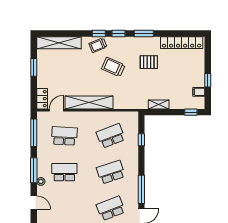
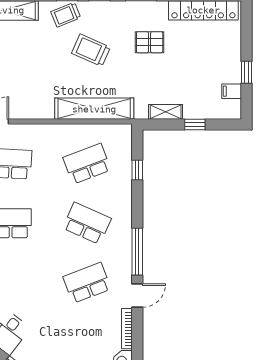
shelving: (89, 102) -> (94, 109), moved
window: (191, 112) -> (195, 125), moved
school desk: (111, 172) -> (87, 223), turned 42

